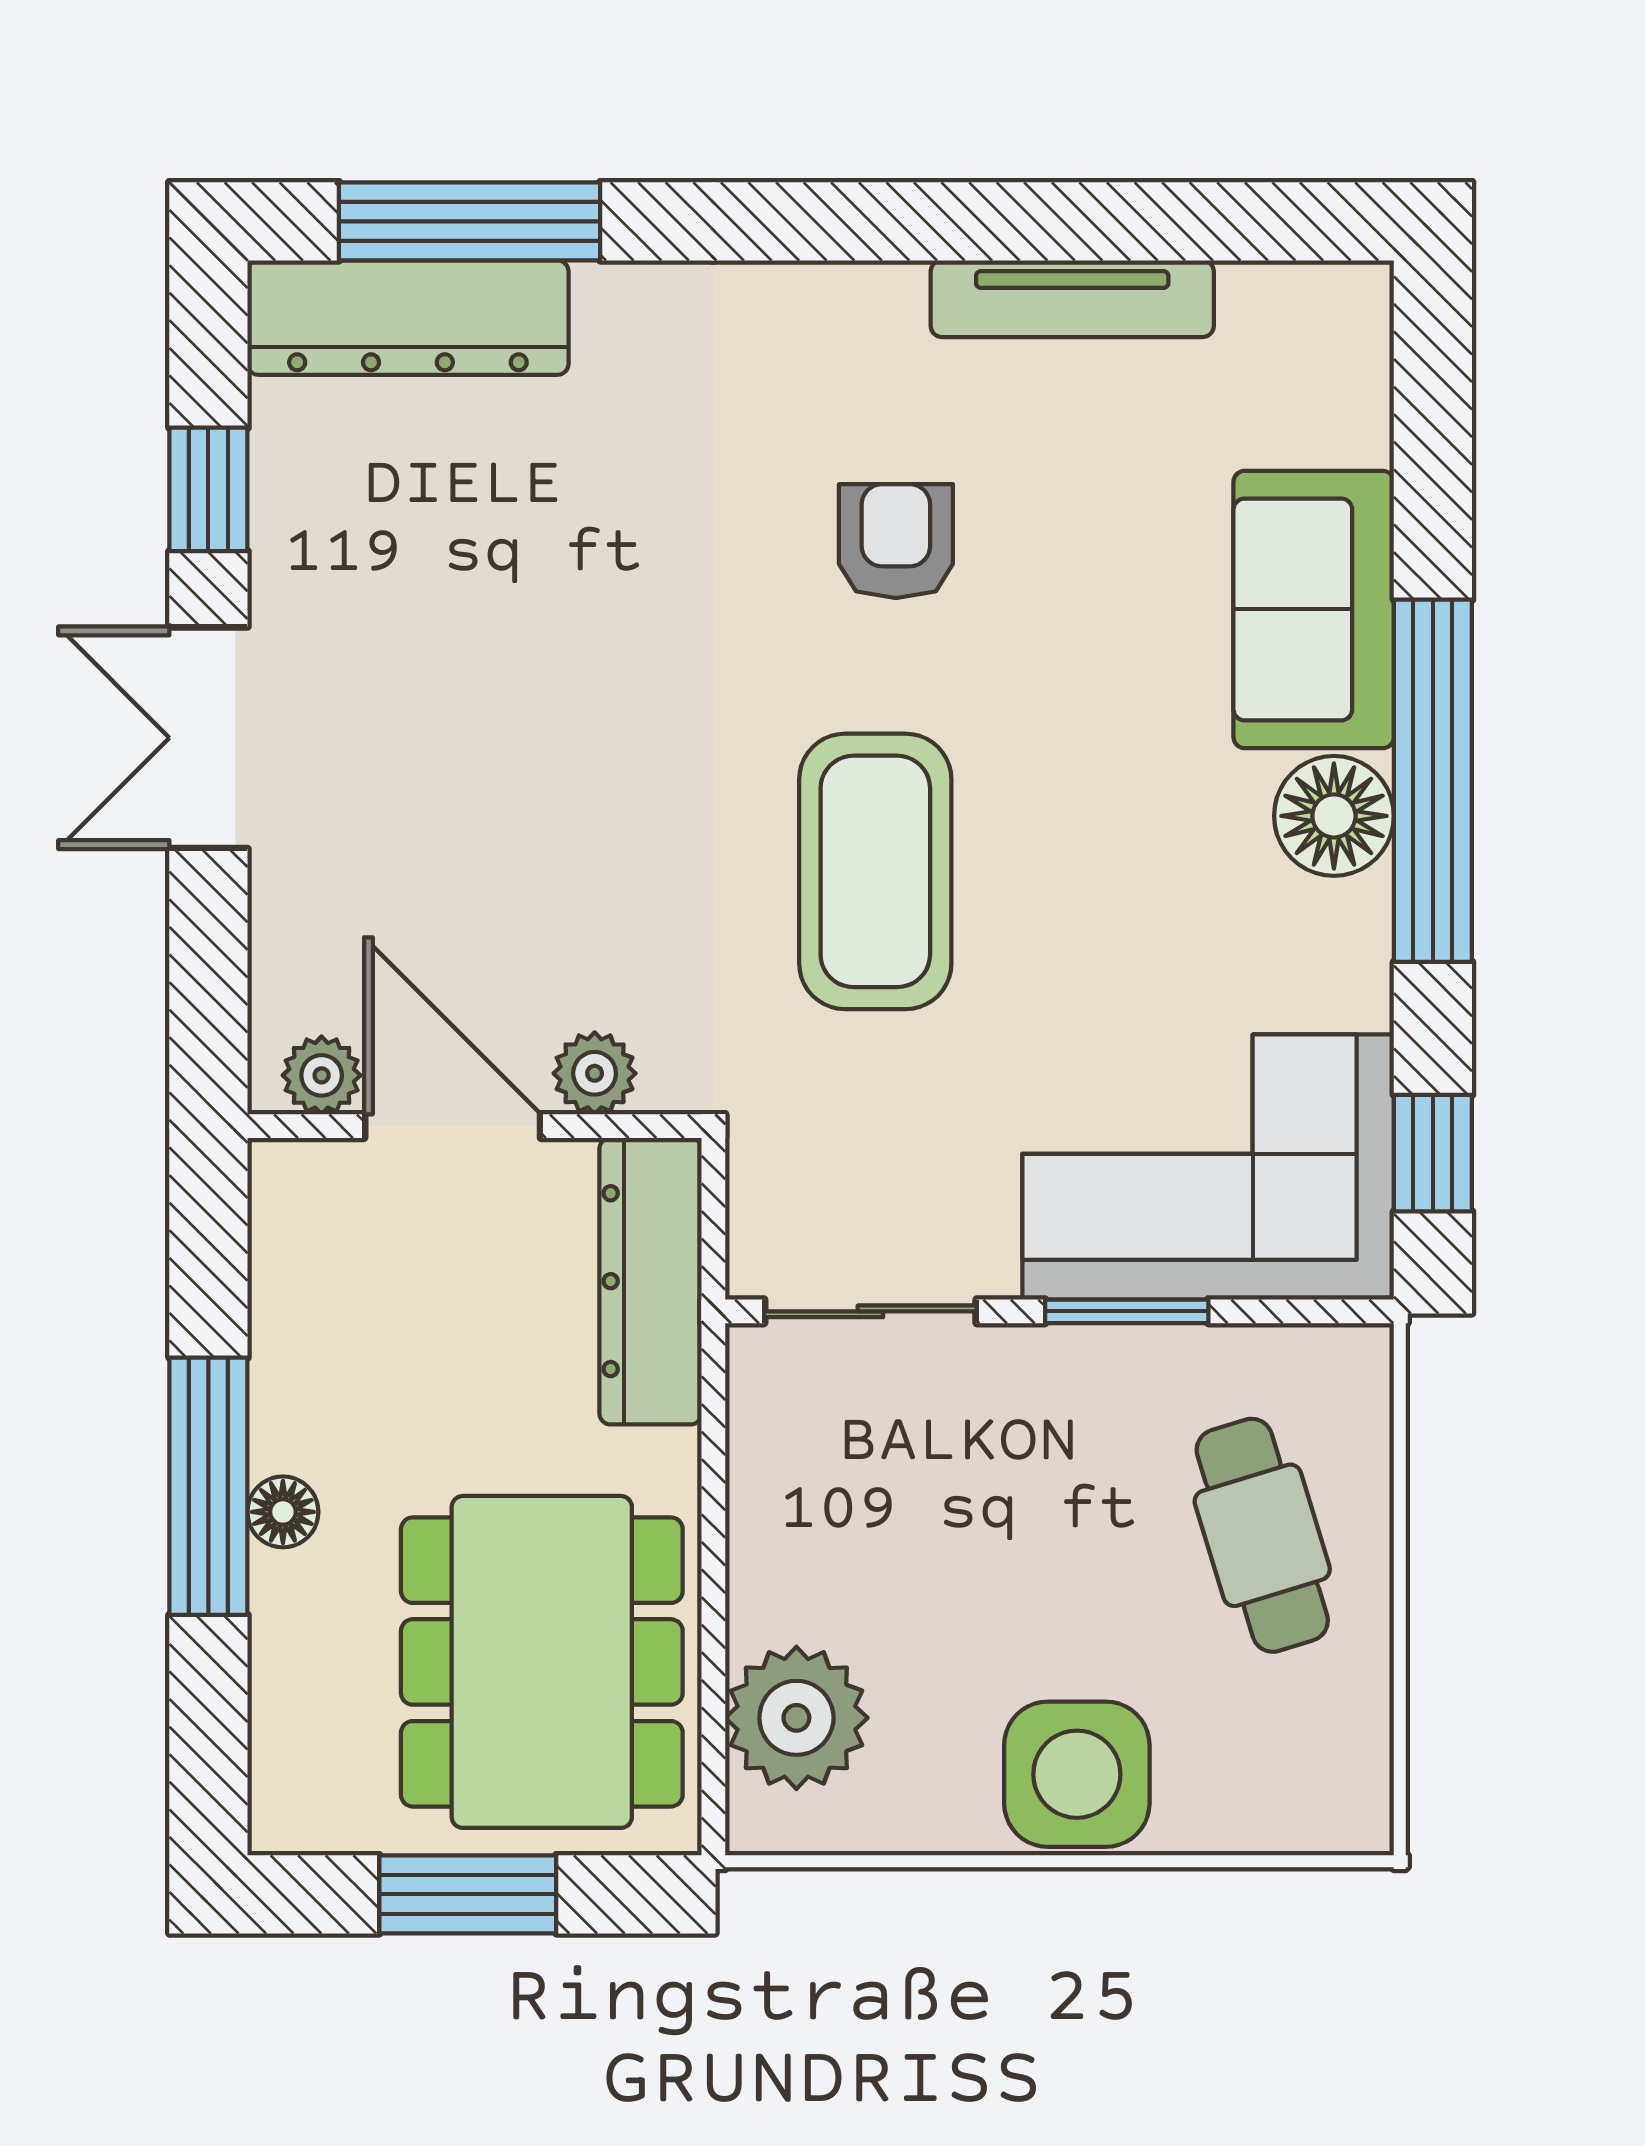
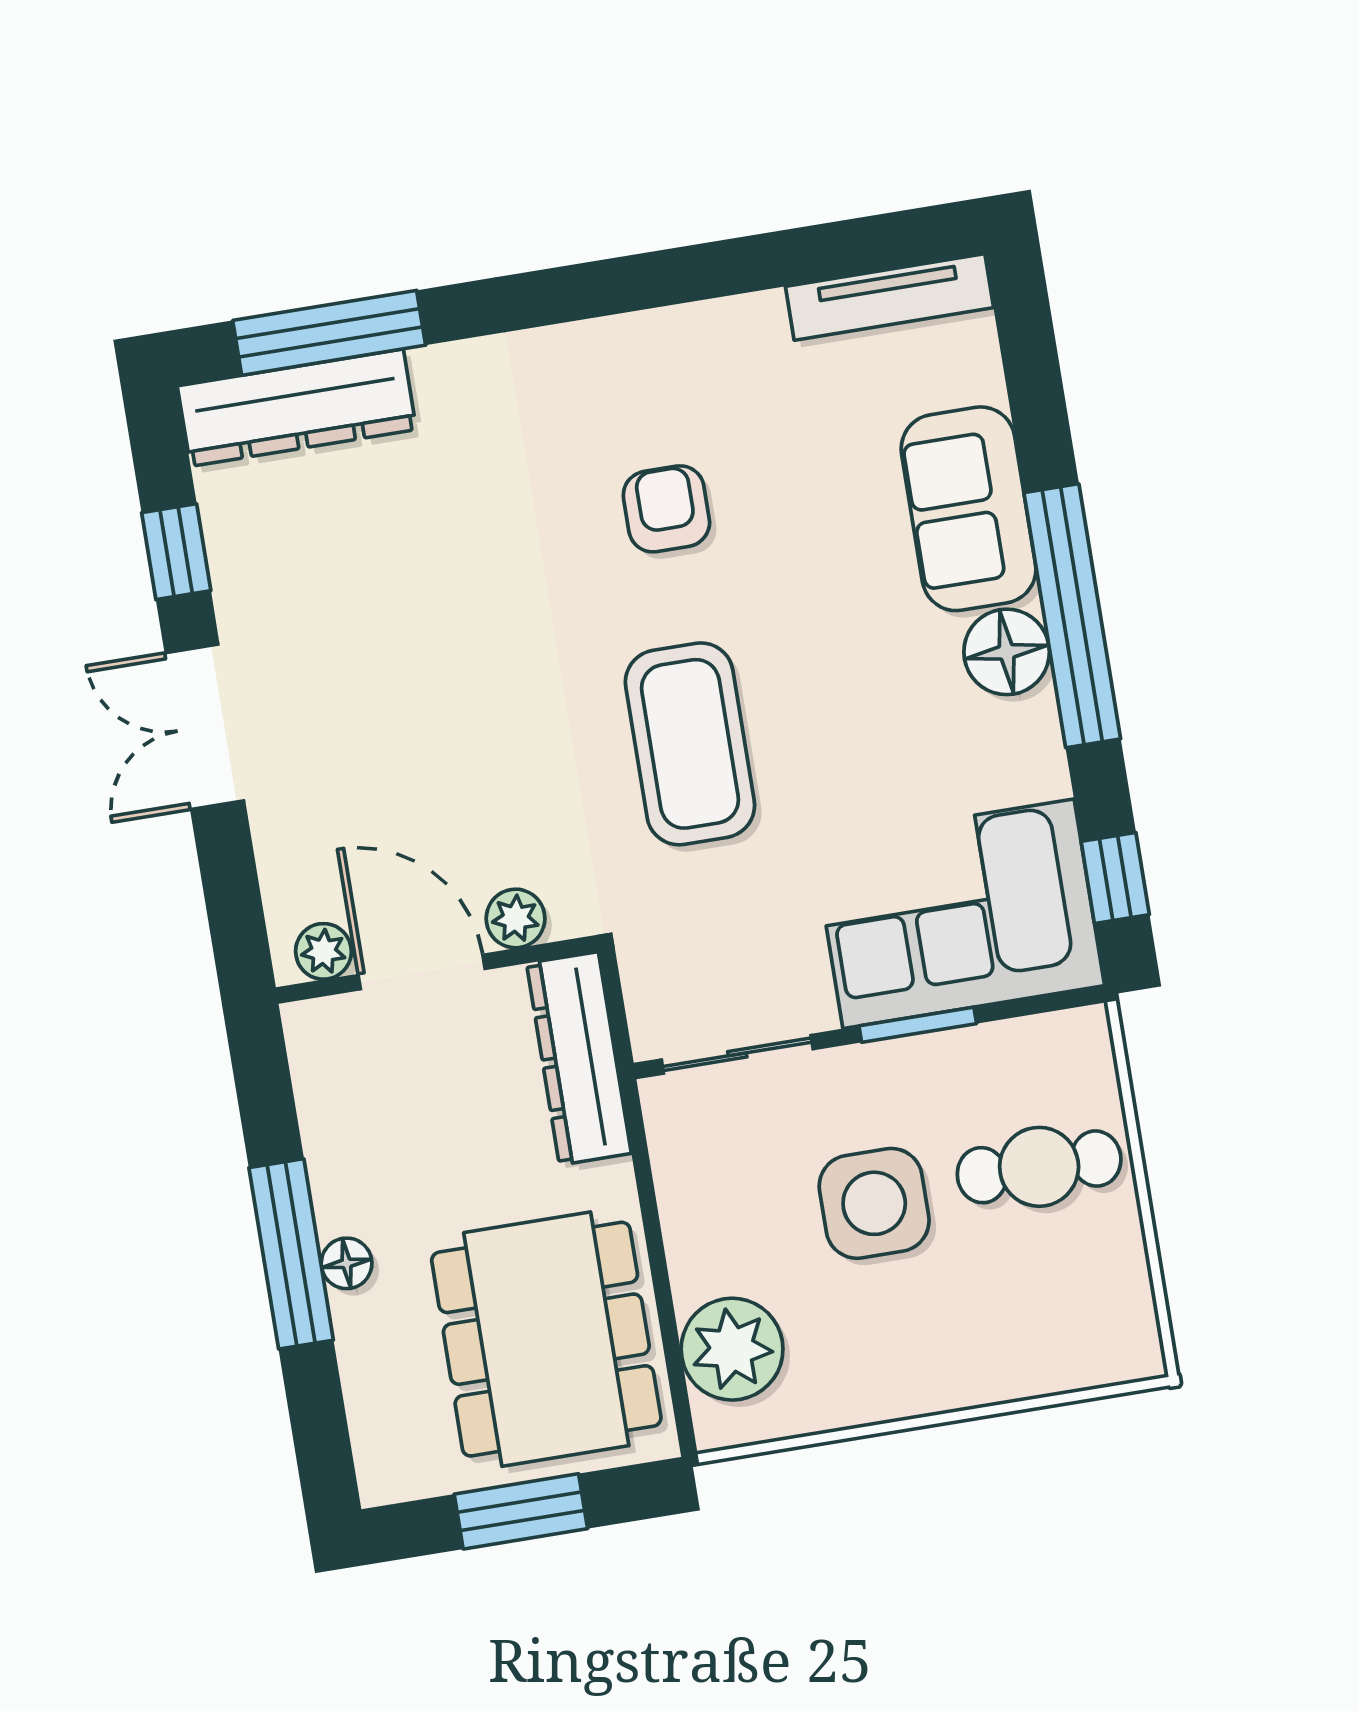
tv unit: (1072, 299) -> (890, 297), moved
cafe table: (1262, 1535) -> (1039, 1167), turned -72
side table: (1077, 1774) -> (874, 1203), moved

